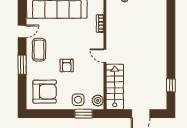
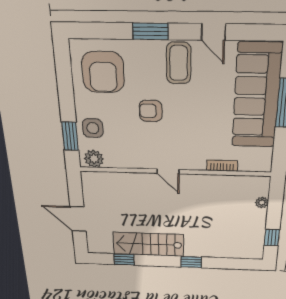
window: (171, 41) -> (191, 262), added
coffee table: (39, 50) -> (179, 63), turned 90
door: (105, 56) -> (168, 171), swing flipped
stairs: (115, 87) -> (148, 244), moved, turned 180

